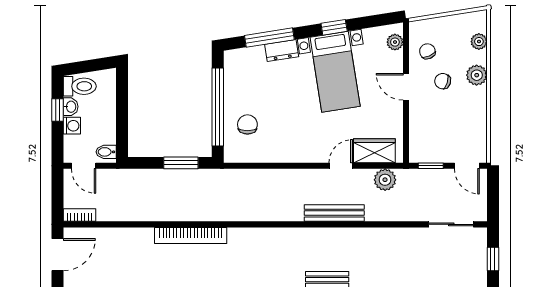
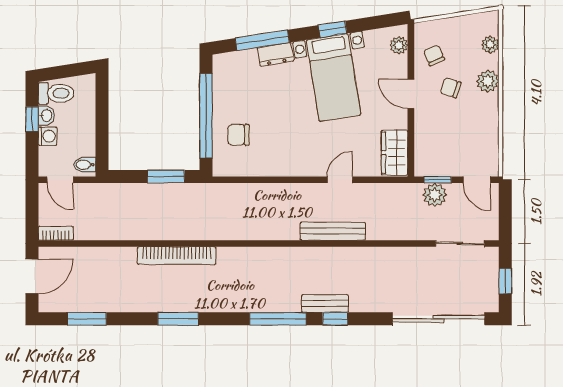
chair: (247, 124) -> (238, 135), turned -90
wardrobe: (374, 151) -> (395, 153), moved, turned -90
plant: (385, 180) -> (435, 195), moved

